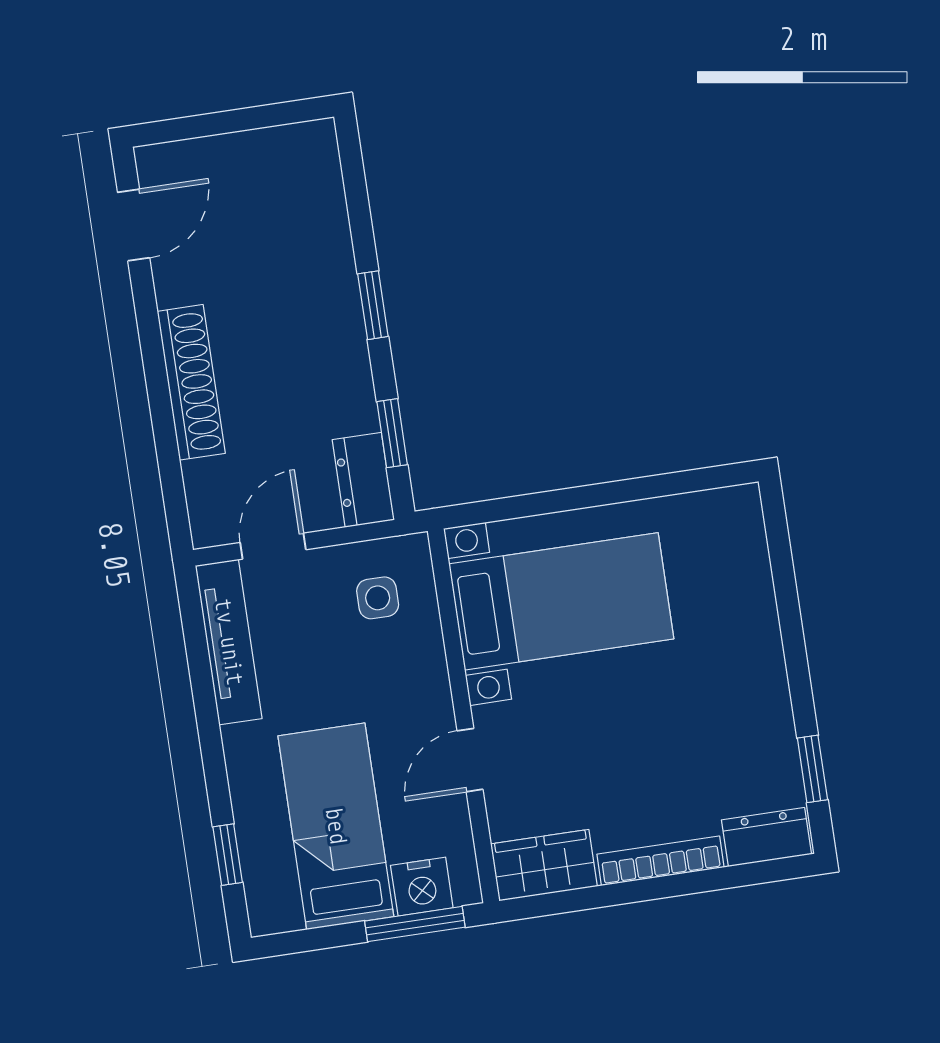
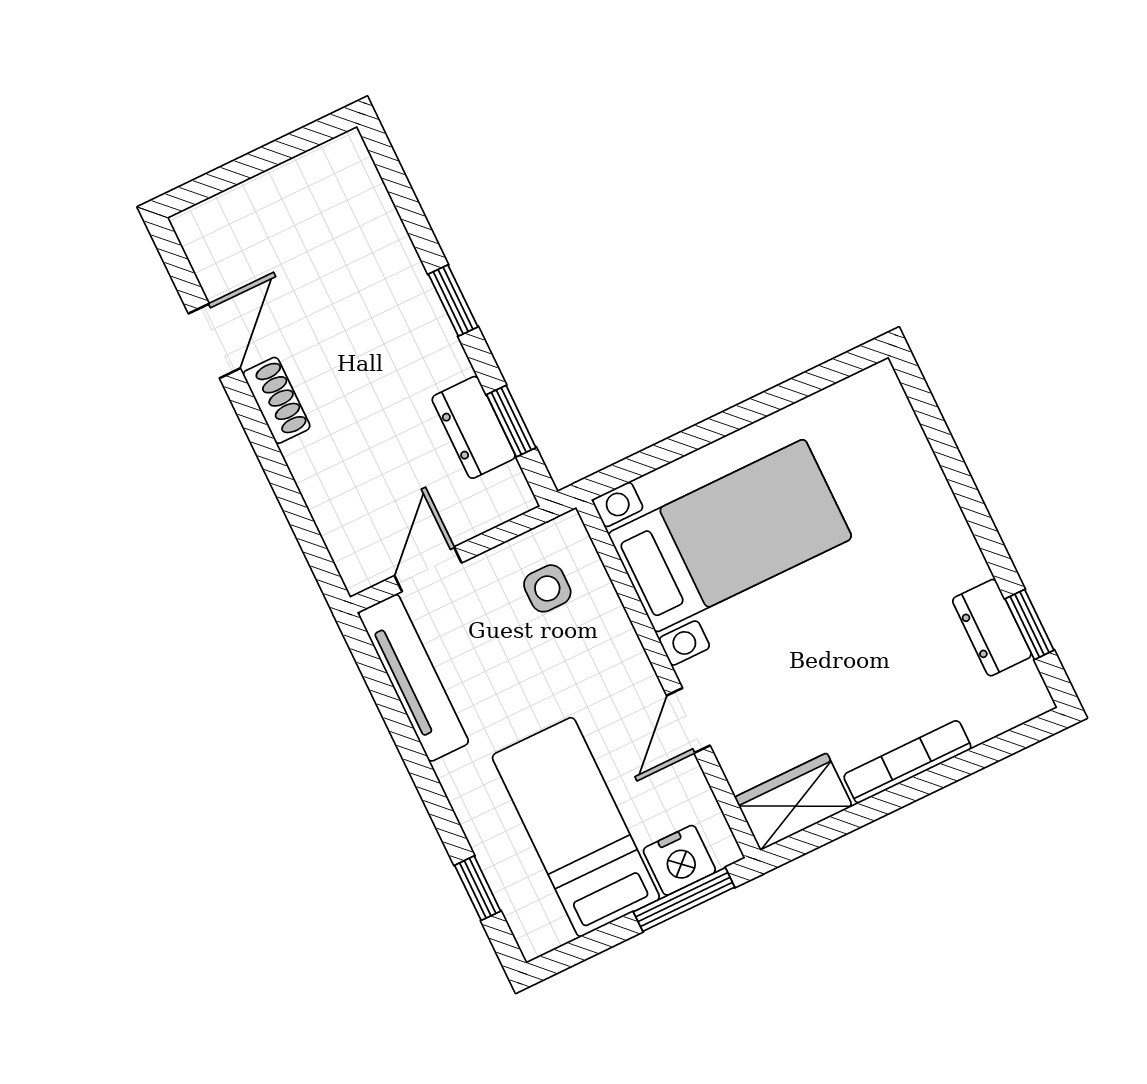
door: (134, 225) -> (214, 341), moved
shoe rack: (191, 382) -> (276, 400), width x0.51, depth x0.81
dresser: (363, 480) -> (474, 427), moved
dresser: (766, 837) -> (992, 628), moved, turned -90

